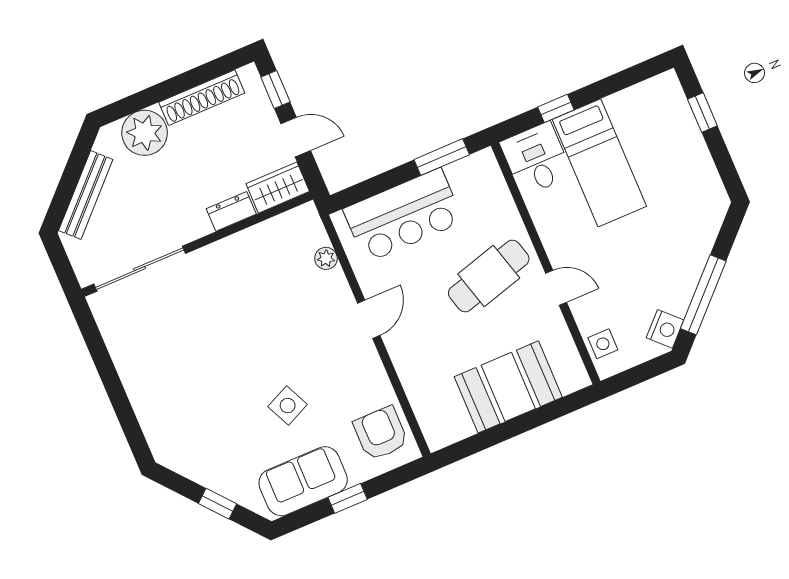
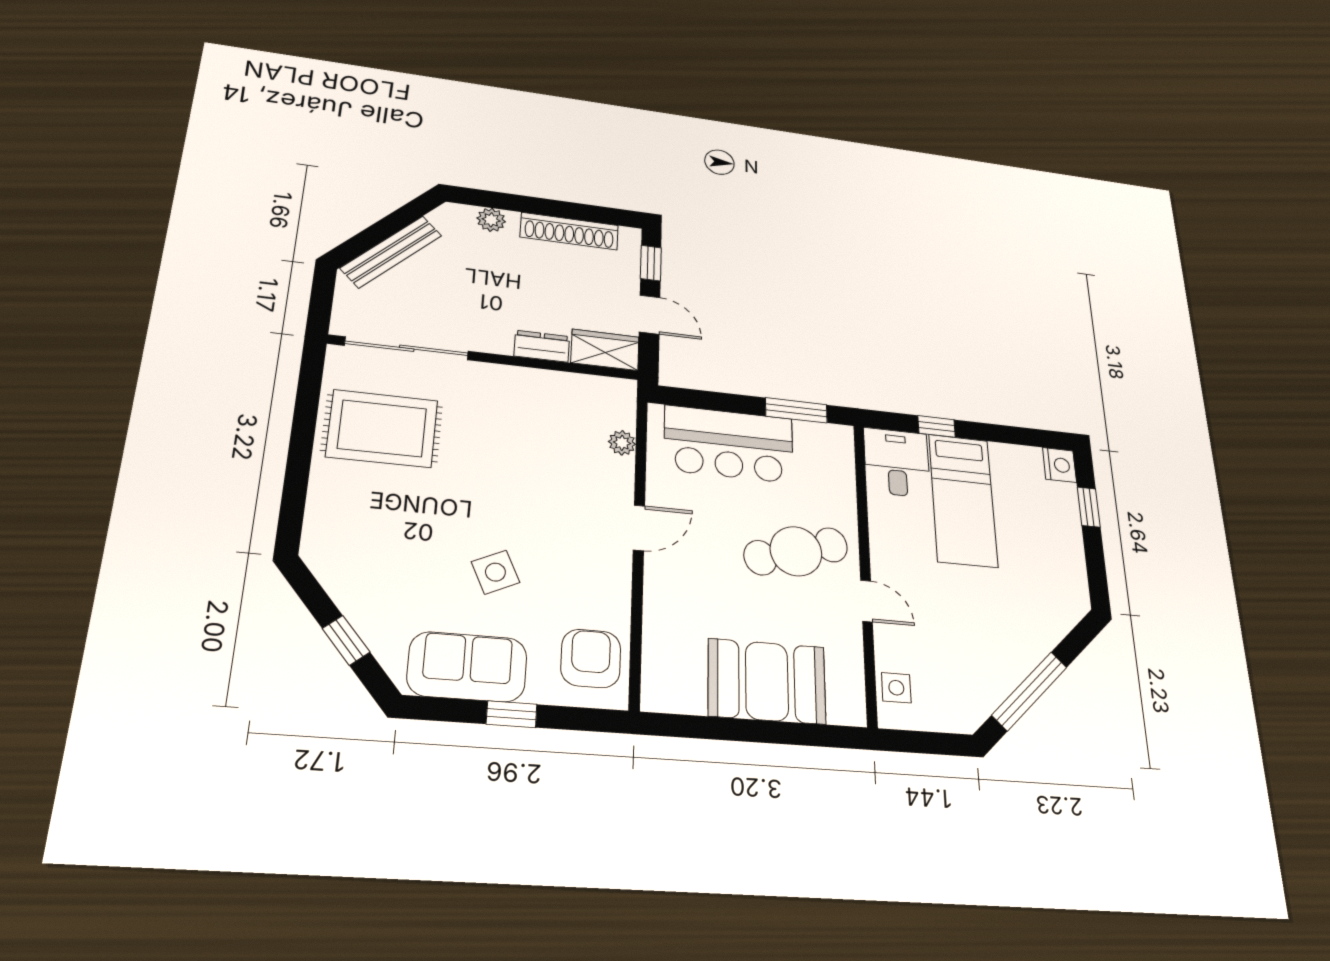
plant: (145, 133) -> (491, 220), width x0.53, depth x0.53
nightstand: (665, 329) -> (1059, 465), moved, turned -45
rug: (157, 341) -> (382, 428), added

